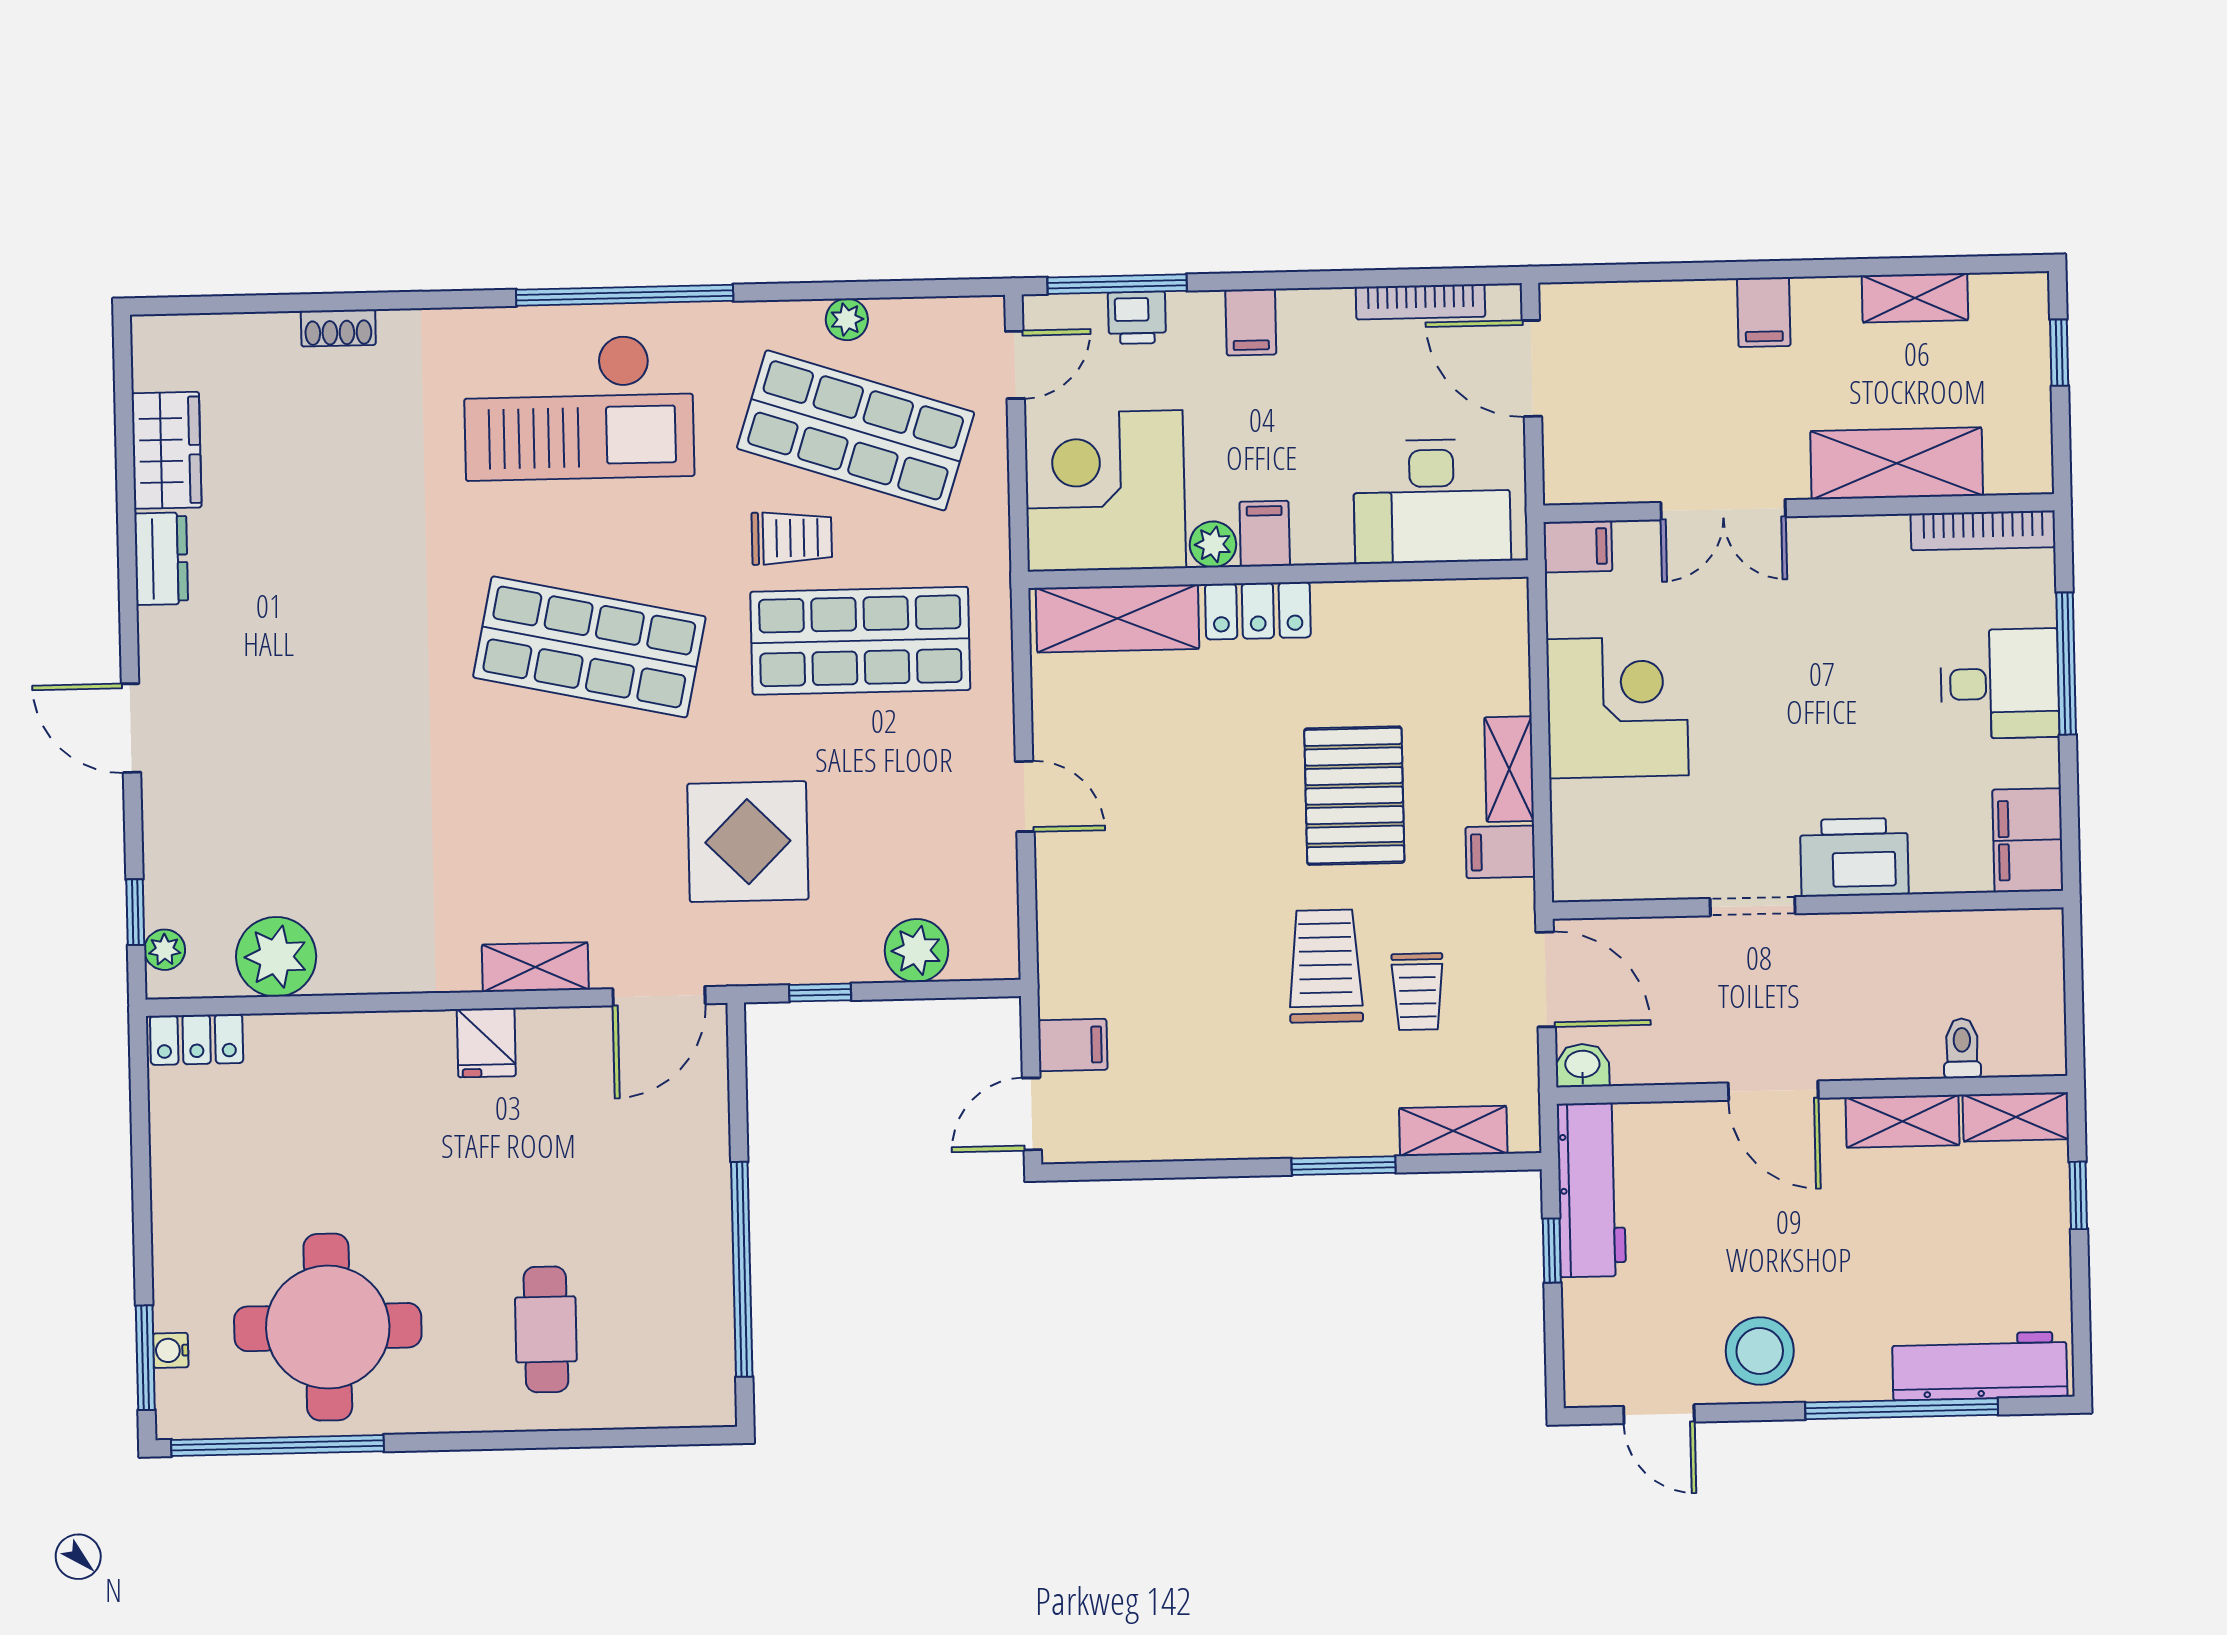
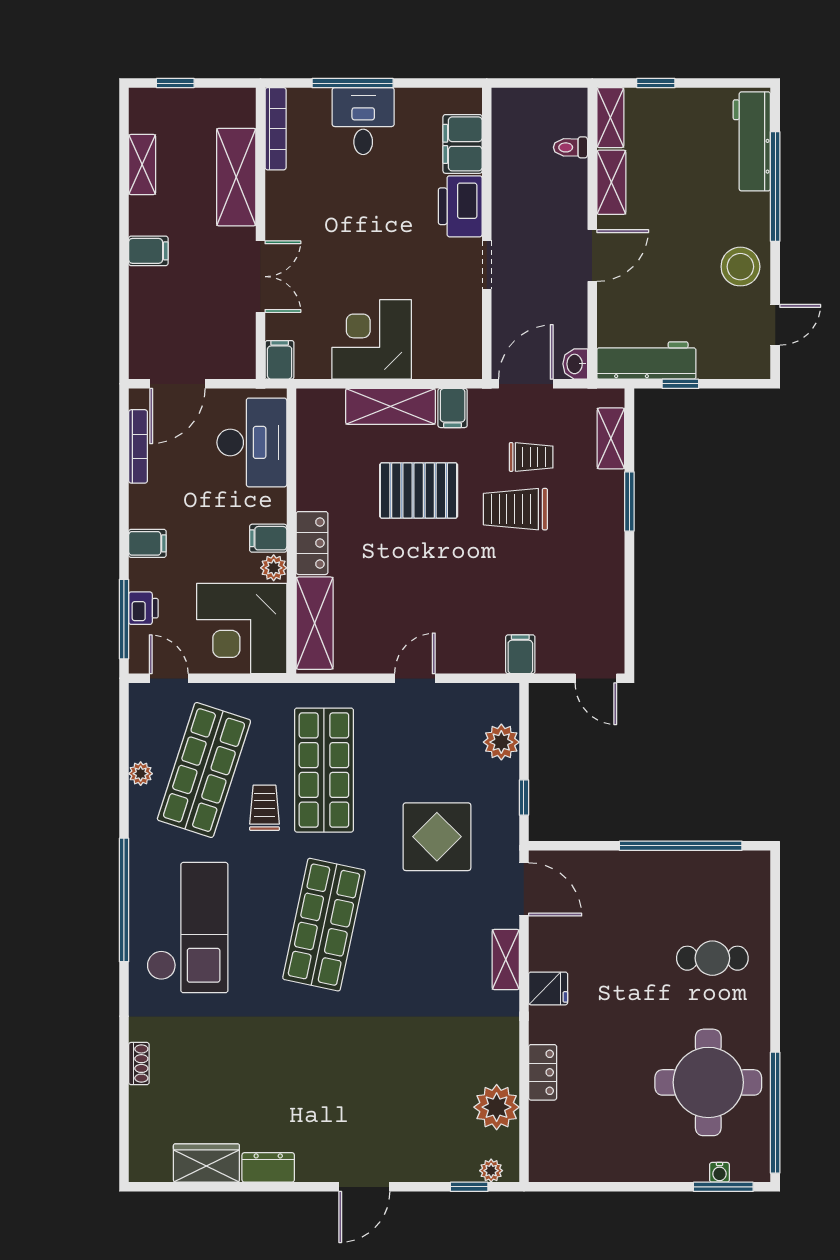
shelving: (1509, 769) -> (391, 406), width x1.50, depth x1.33
filing cabinet: (2028, 840) -> (463, 144), moved, turned 90
locker: (197, 1039) -> (543, 1072), moved
filing cabinet: (1073, 1045) -> (520, 654), moved

